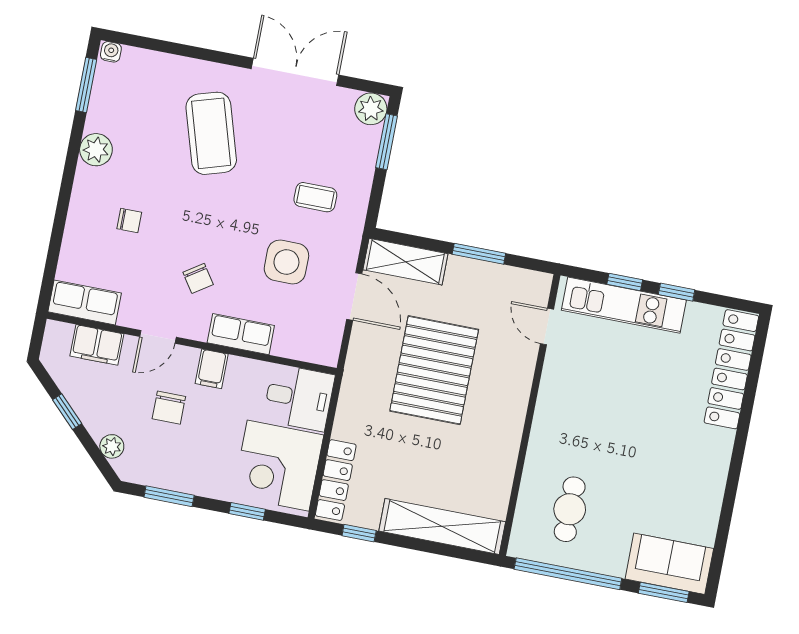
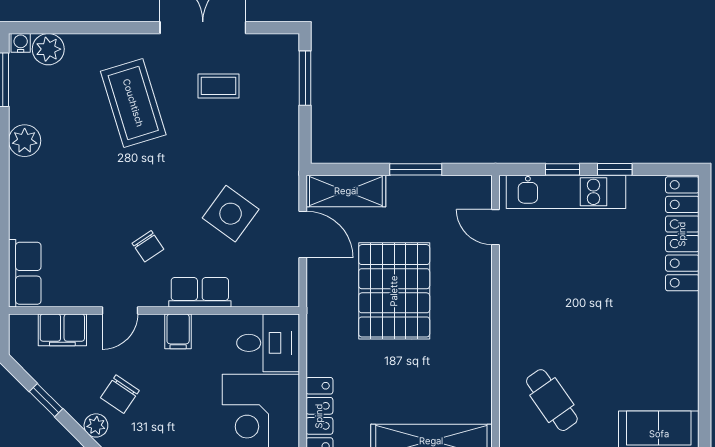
plant: (371, 109) -> (48, 49), moved
coffee table: (315, 197) -> (218, 86), moved
chair: (129, 220) -> (70, 203), removed
side table: (286, 262) -> (231, 214), turned 36
row of seats: (85, 302) -> (25, 273), moved, turned 90
chair: (169, 408) -> (120, 394), moved, turned 34
cafe table: (570, 509) -> (552, 400), turned -35

